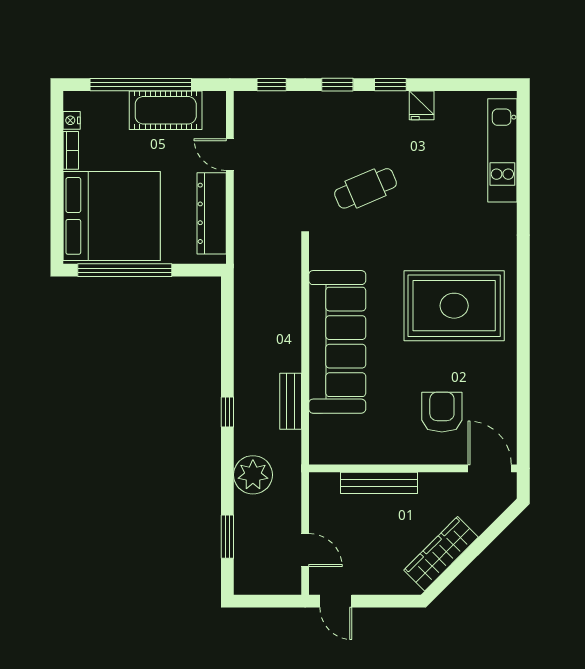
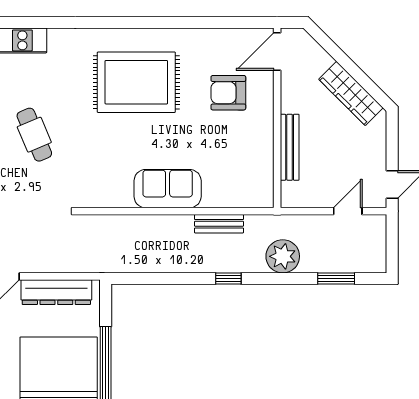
cafe table: (366, 188) -> (34, 135), moved
rug: (454, 306) -> (136, 82), turned 90
sofa: (337, 342) -> (168, 189), width x0.54, depth x0.79

